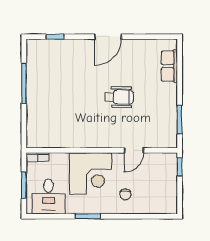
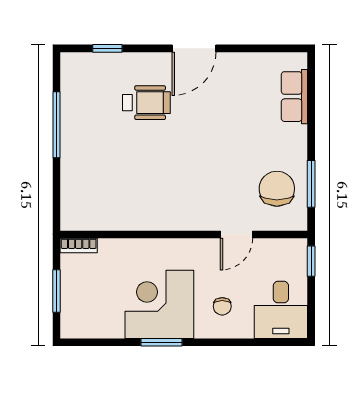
wheelchair: (119, 97) -> (146, 103), moved
chair: (159, 122) -> (277, 189), added
corner desk: (91, 174) -> (159, 304), moved, turned 180
desk: (48, 197) -> (281, 310), moved

